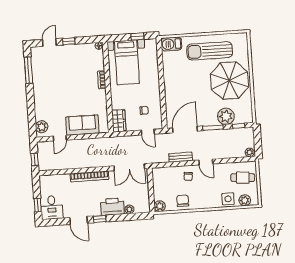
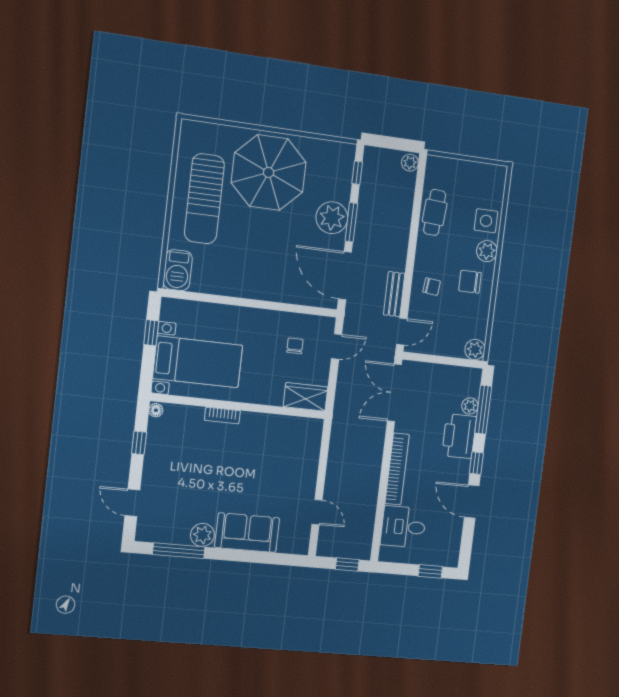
window: (69, 41) -> (139, 443), moved
plant: (226, 116) -> (332, 218), moved
sofa: (82, 125) -> (247, 533), moved, turned 90
plant: (42, 127) -> (202, 535), moved
door: (206, 162) -> (402, 332), moved
double door: (129, 167) -> (394, 393), swing flipped
cafe table: (243, 178) -> (435, 212), moved
plant: (245, 200) -> (487, 251), moved
chair: (183, 201) -> (470, 282), moved
desk: (52, 207) -> (403, 527), moved, turned 180
window: (129, 217) -> (483, 410), added
door: (79, 220) -> (472, 502), swing flipped

